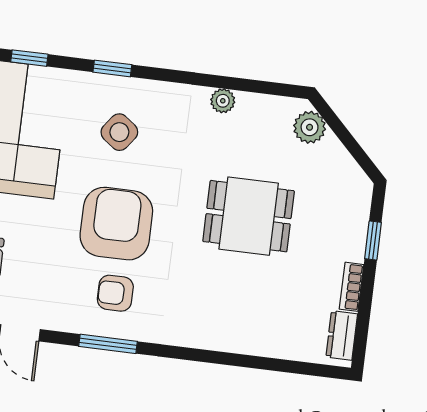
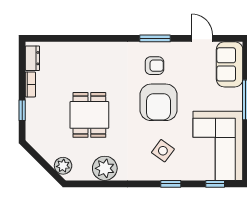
plant: (223, 101) -> (105, 168), width x1.87, depth x1.87
dining table: (249, 216) -> (89, 115), turned 90

